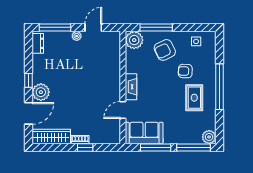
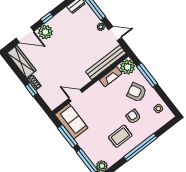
bench: (114, 57) -> (106, 62), added
fireplace: (131, 87) -> (111, 77), moved

